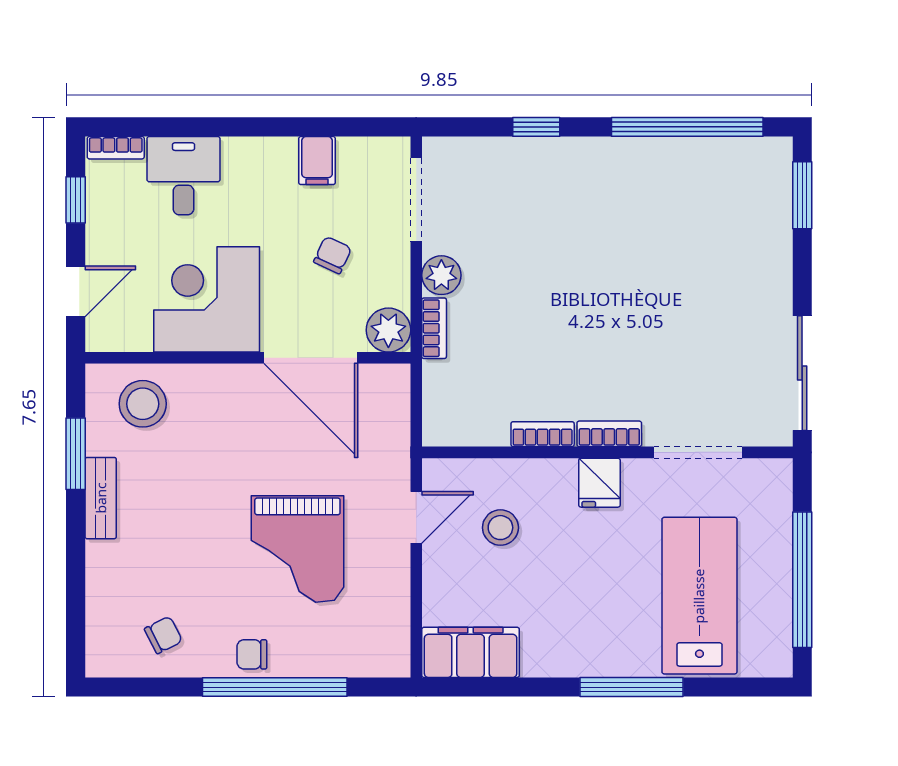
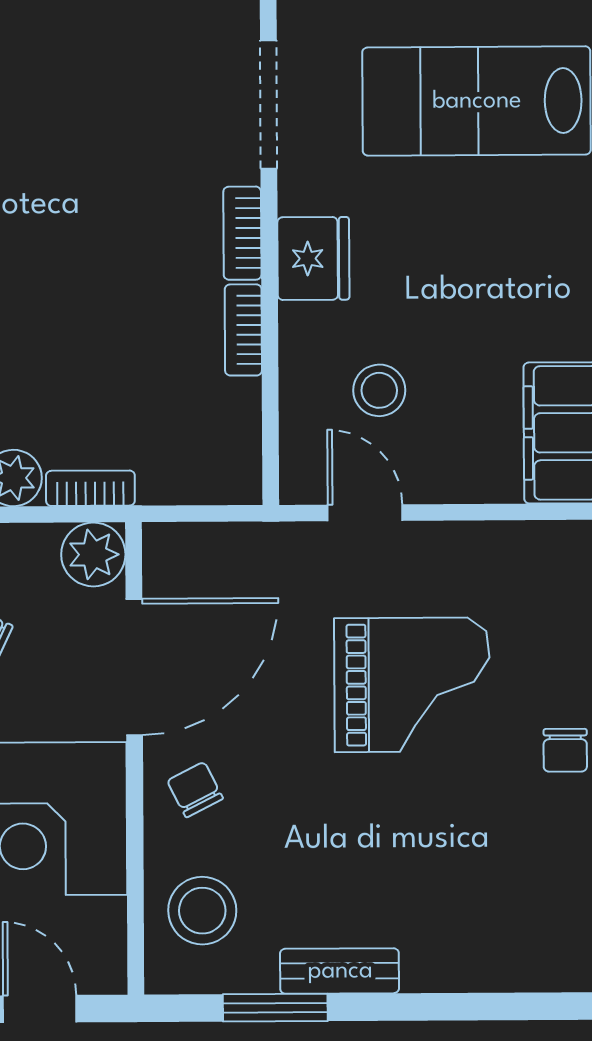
fridge: (599, 483) -> (313, 258), width x1.38
chair: (163, 635) -> (195, 790), moved

